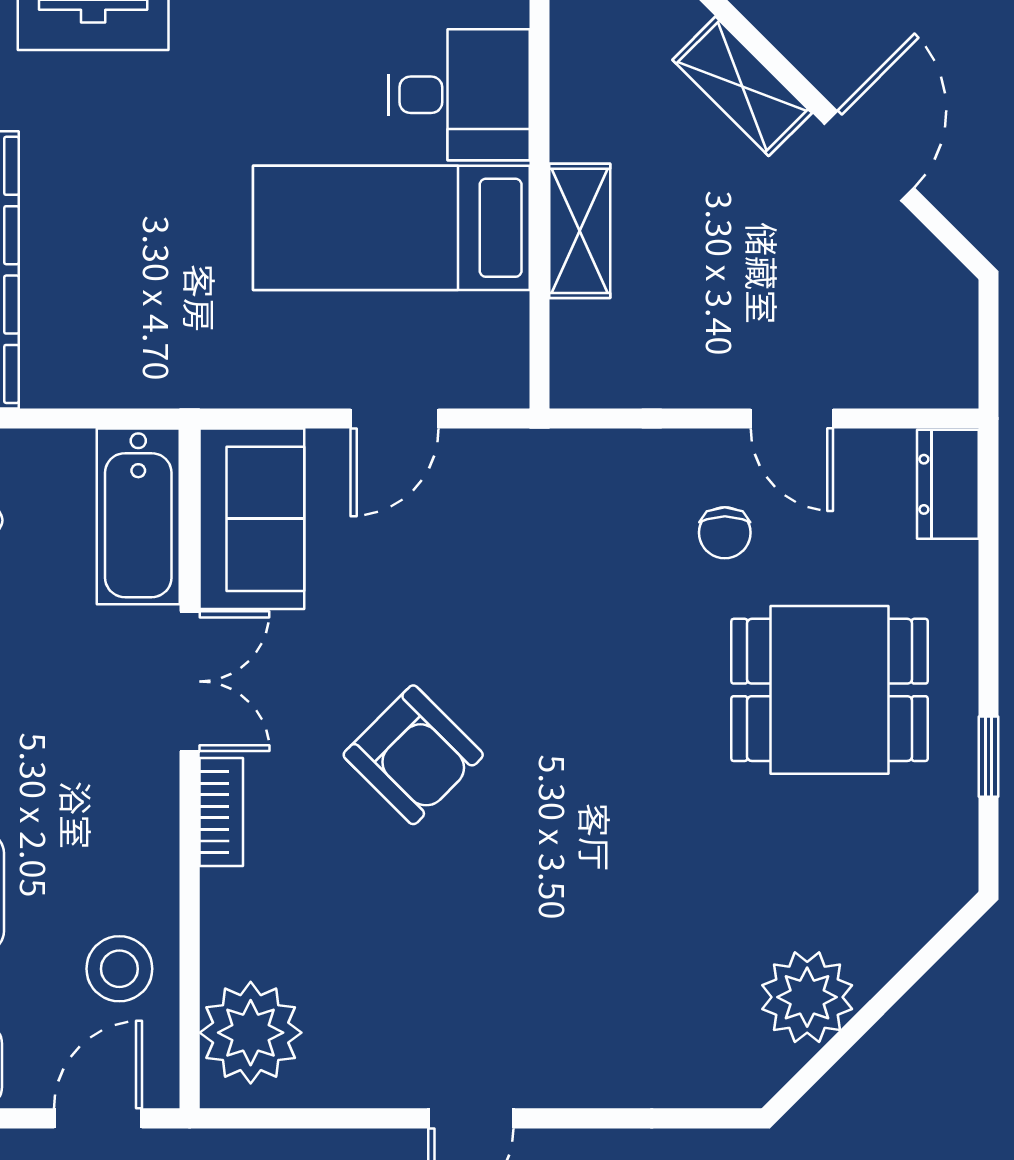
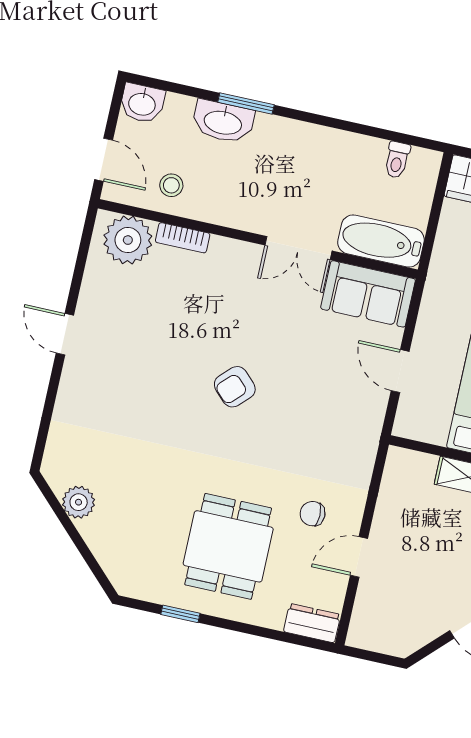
armchair: (413, 755) -> (235, 387), moved, width x0.72, depth x0.72
bookcase: (221, 812) -> (183, 238), moved
stool: (119, 969) -> (171, 185), width x0.73, depth x0.73
plant: (807, 997) -> (79, 502), width x0.73, depth x0.73

